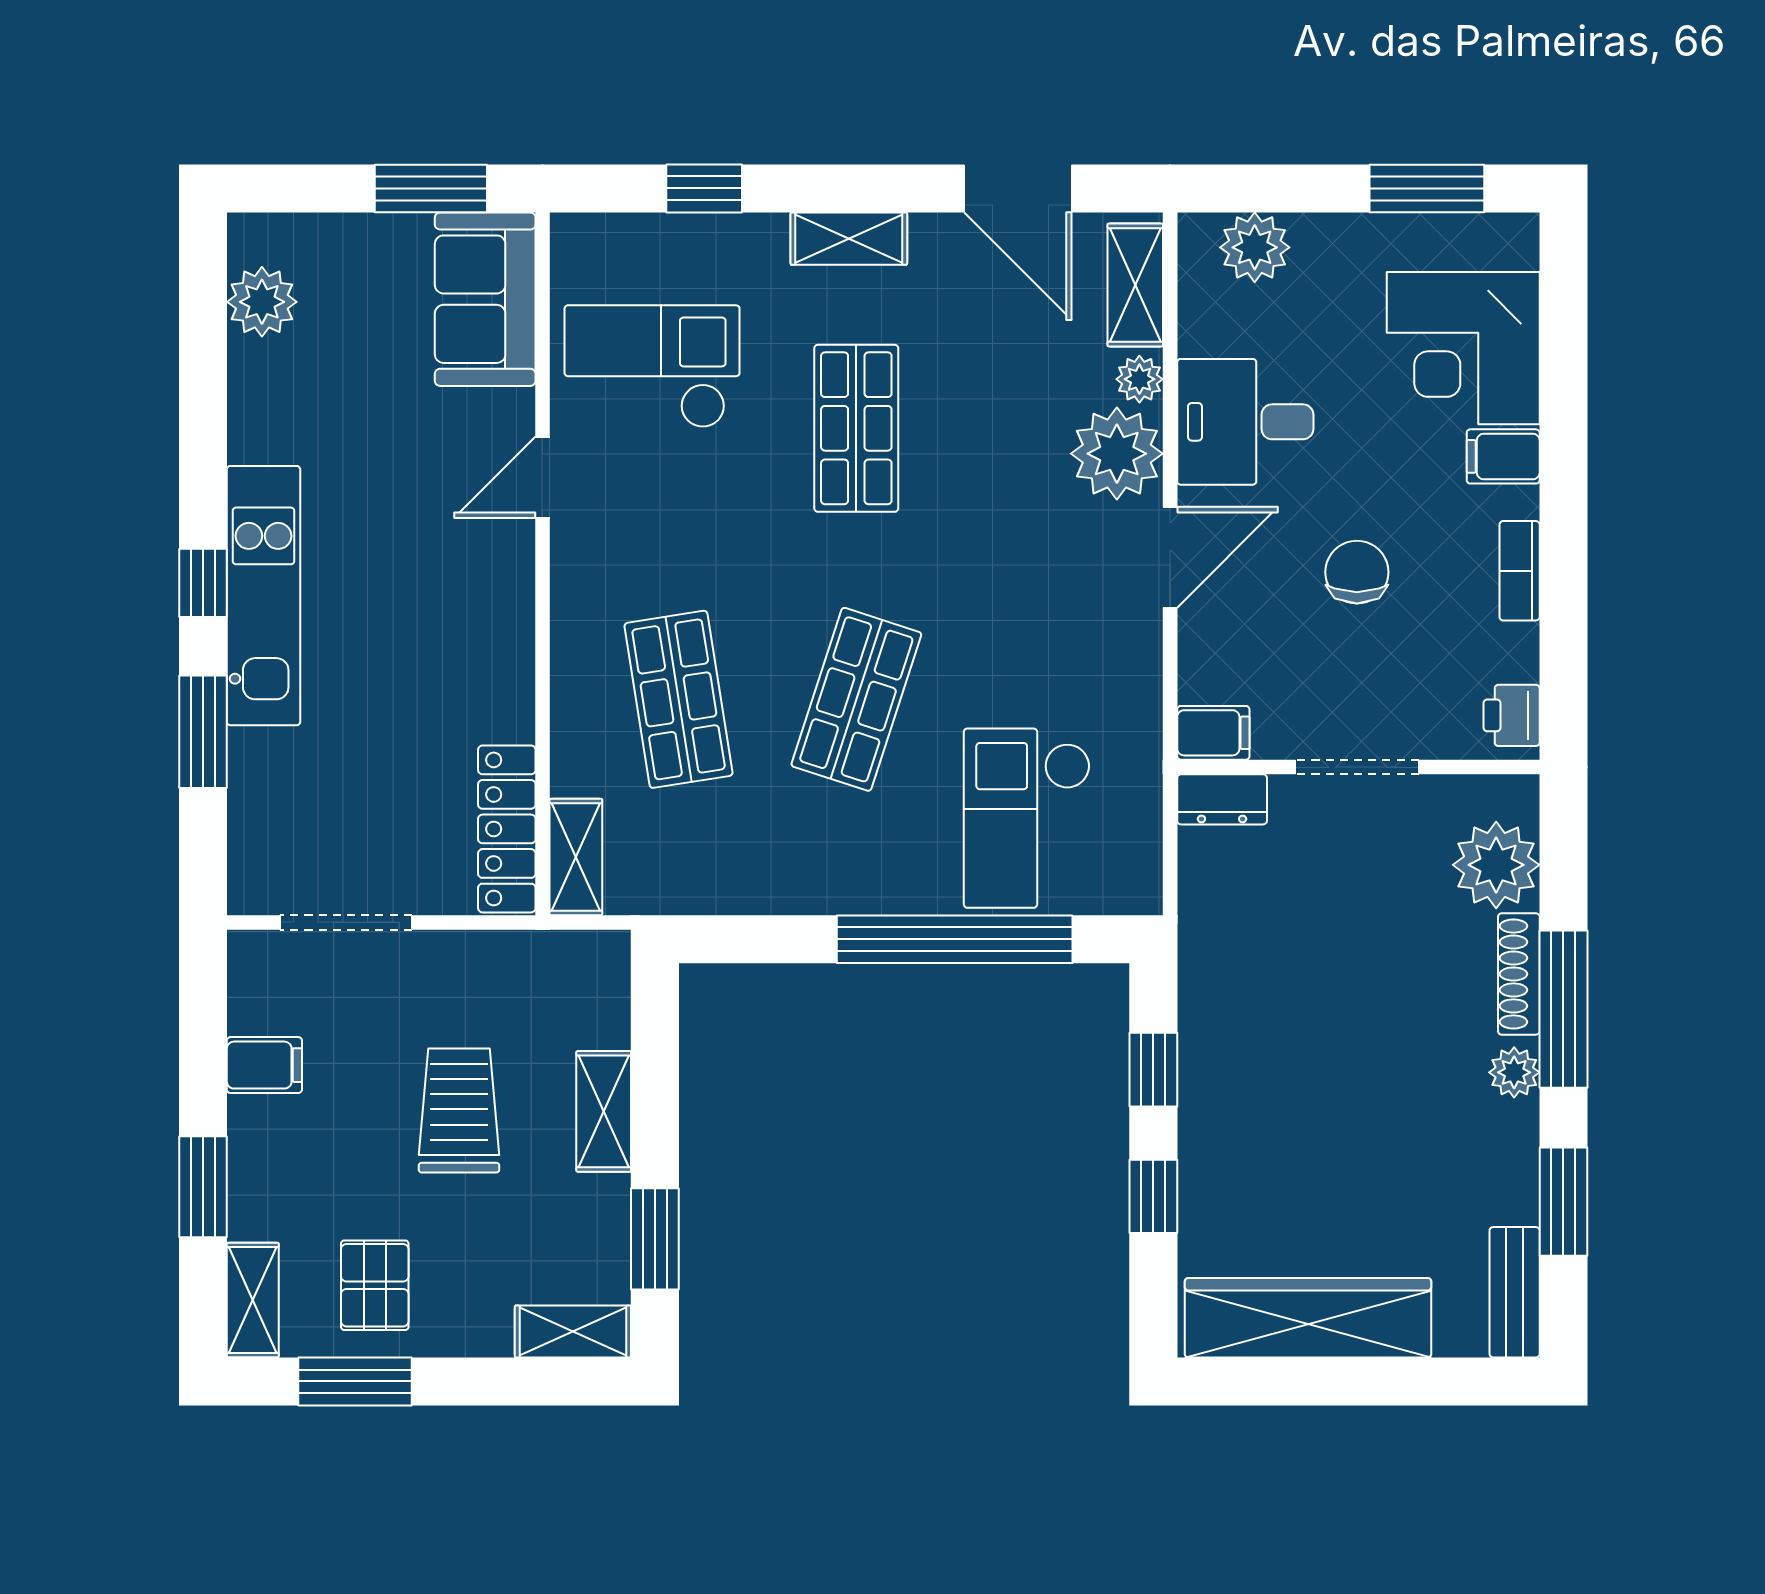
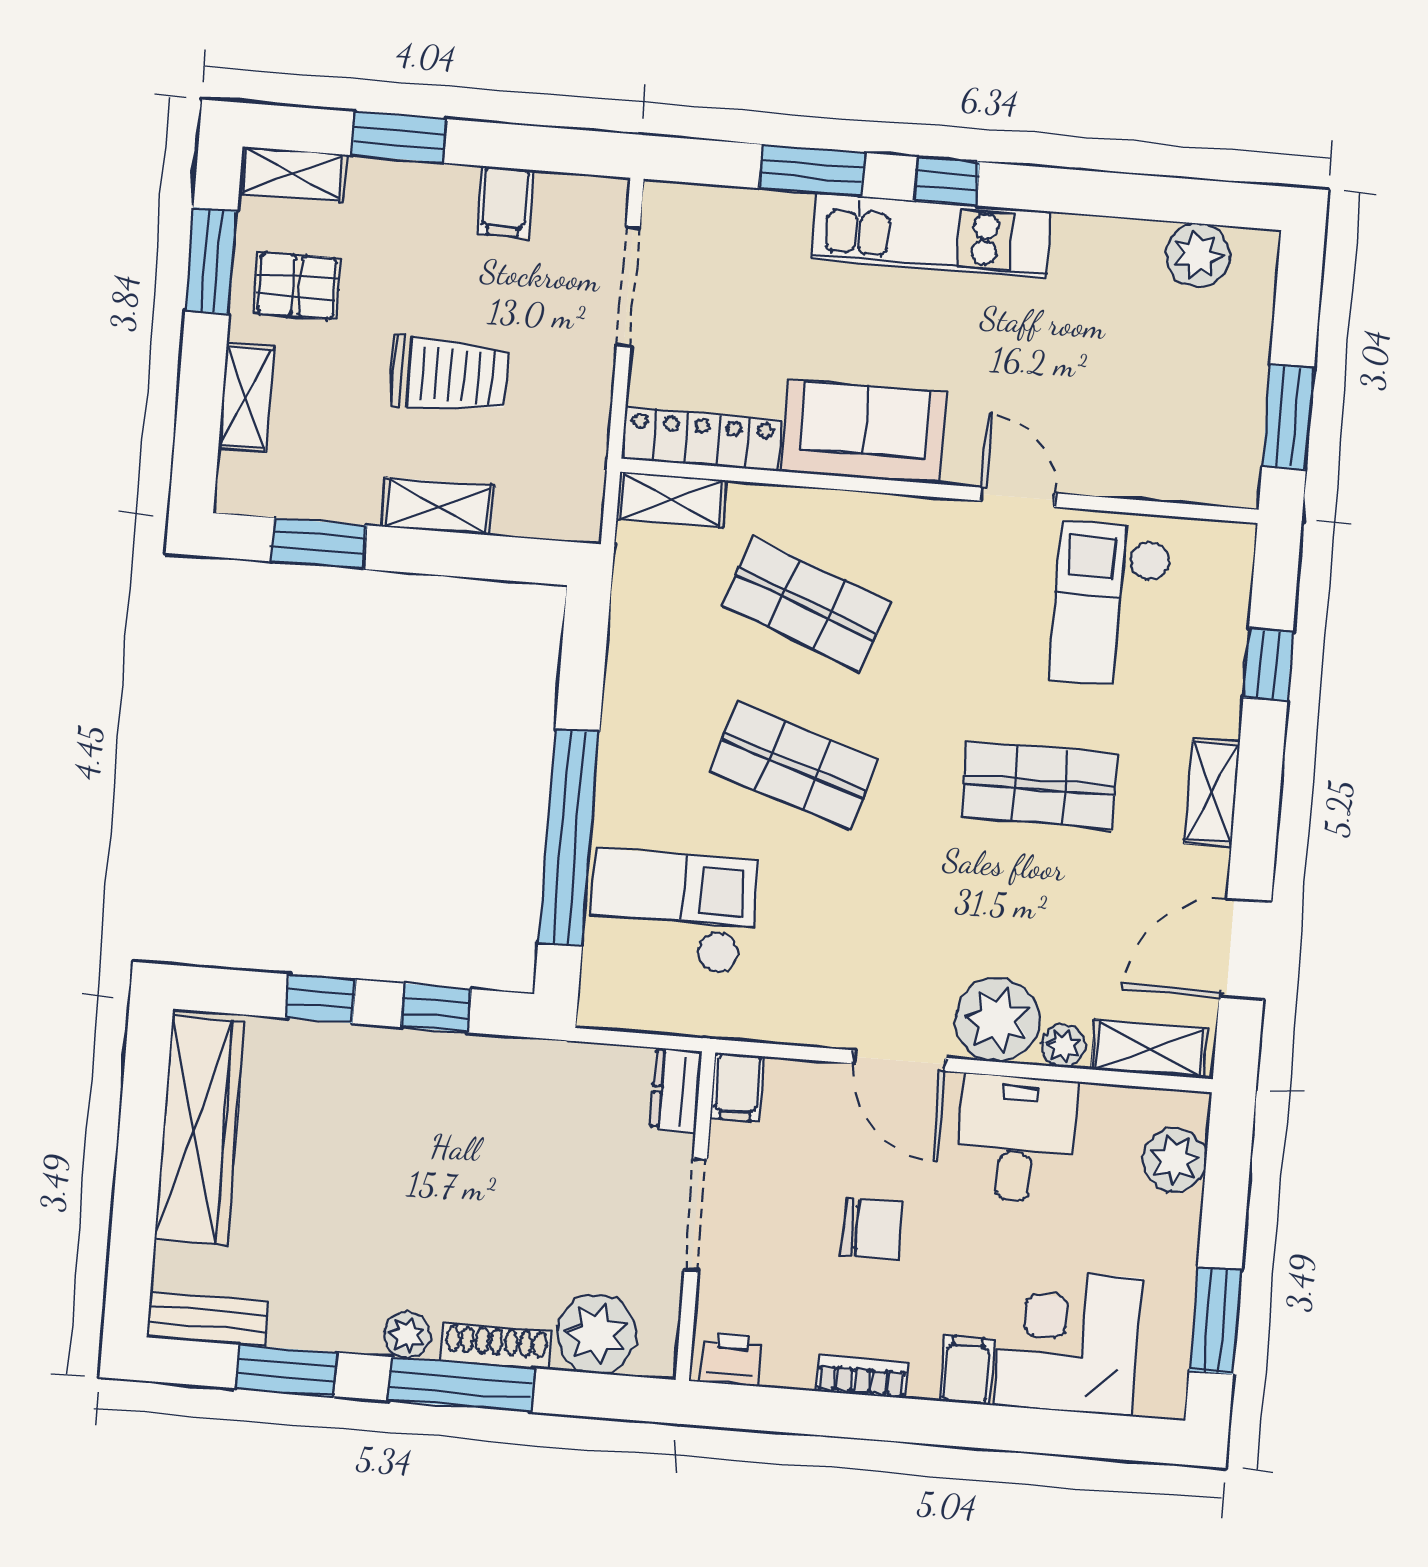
sofa: (485, 299) -> (864, 432), moved
checkout: (652, 367) -> (1110, 605), turned 180
shop shelf: (679, 699) -> (806, 604), turned 30
shelving: (573, 1331) -> (246, 397), moved

